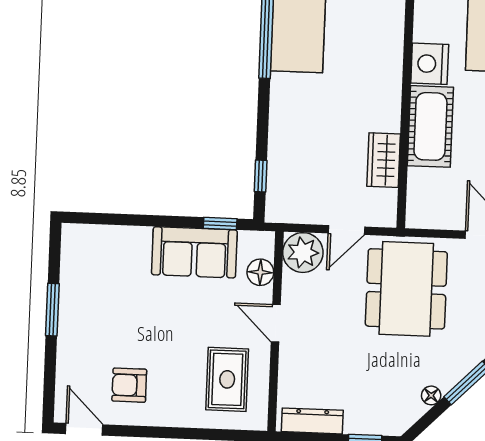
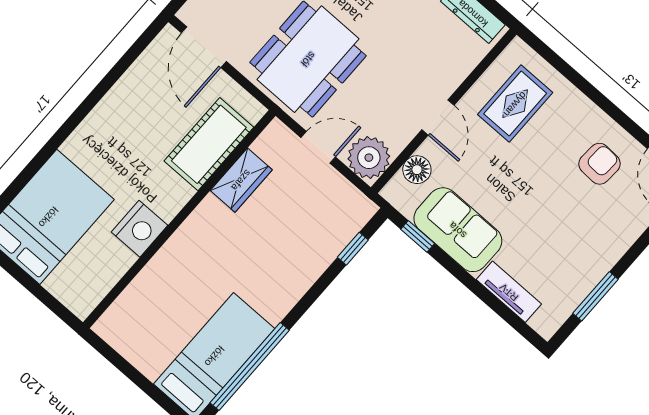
cot: (430, 126) -> (209, 144), moved
tv unit: (120, 237) -> (509, 292), added
window: (52, 310) -> (595, 296), moved
armchair: (129, 385) -> (600, 164), turned -87

